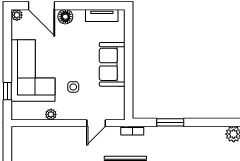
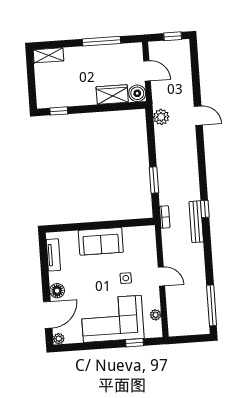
plant: (51, 114) -> (156, 315), moved
door: (96, 123) -> (161, 276), moved

